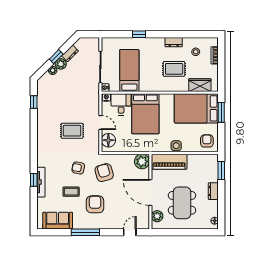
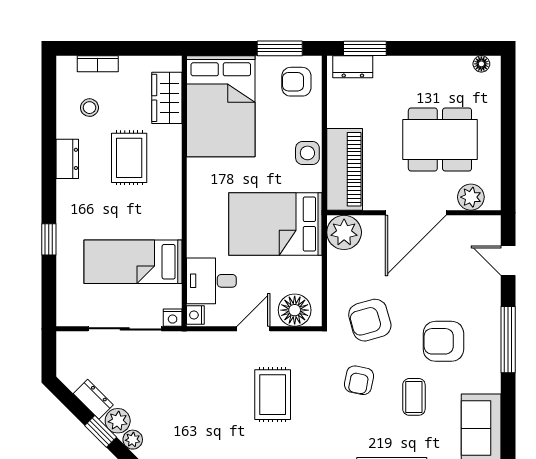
window: (221, 112) -> (280, 48), moved
bed: (145, 114) -> (275, 224), moved, turned 180
dresser: (213, 191) -> (353, 67), moved
window: (85, 232) -> (508, 340), moved

